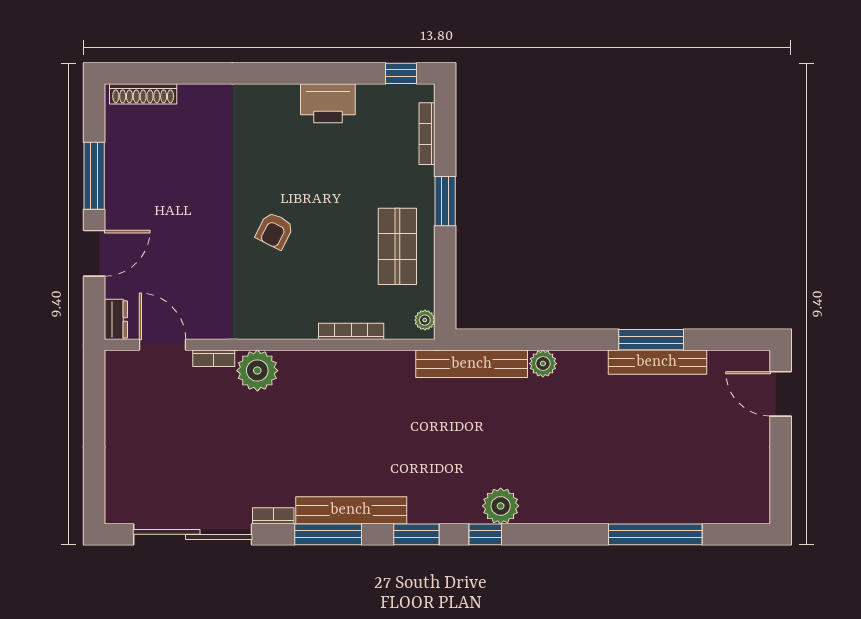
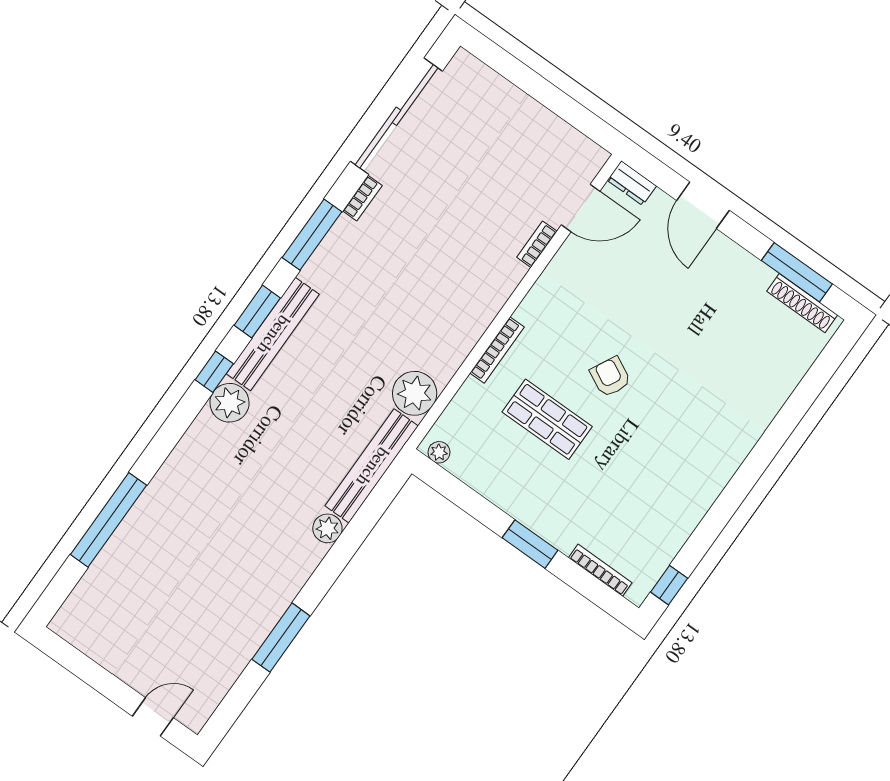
shoe rack: (143, 94) -> (802, 303), moved, turned -90
printer: (328, 103) -> (689, 503), removed
window: (94, 176) -> (797, 272), moved
shop shelf: (397, 246) -> (547, 419), moved
bookcase: (351, 331) -> (497, 350), moved
bench: (657, 362) -> (257, 629), removed
plant: (257, 371) -> (415, 393), moved
door: (781, 394) -> (153, 717), width x0.73
bench: (351, 510) -> (273, 334), moved

